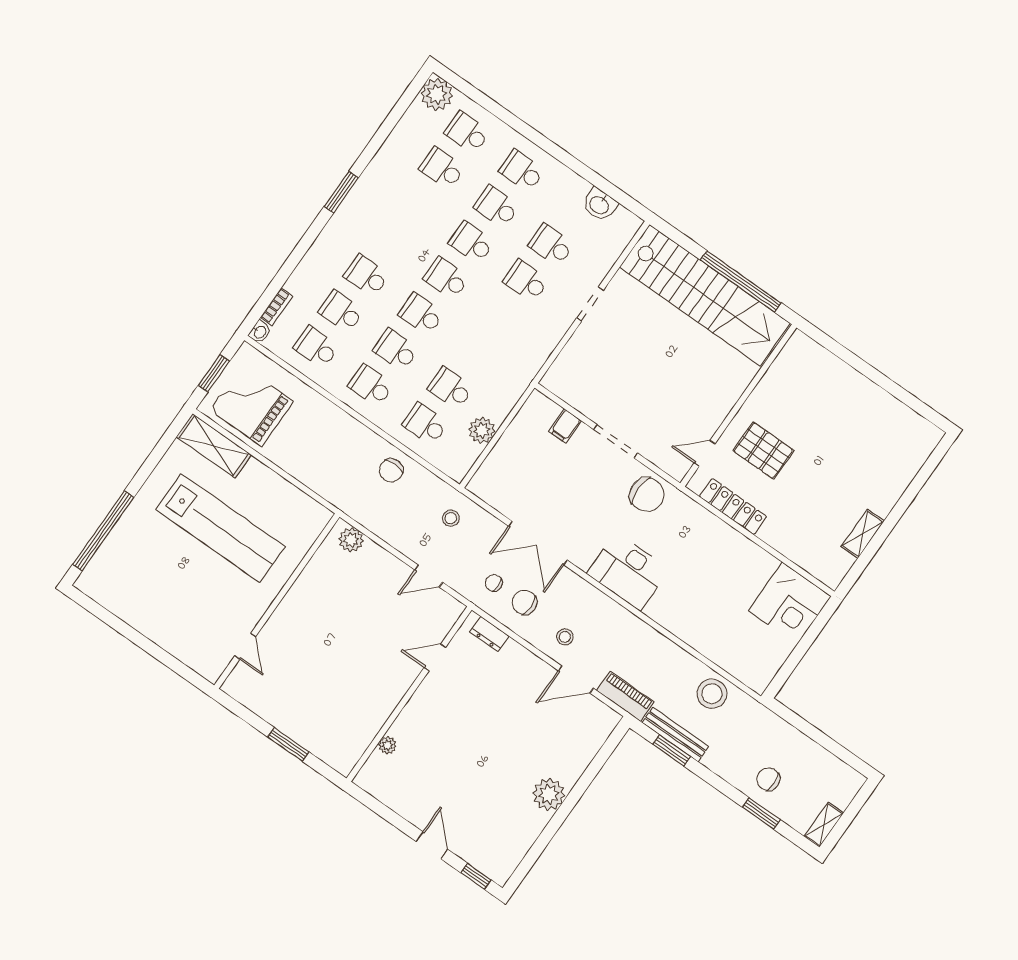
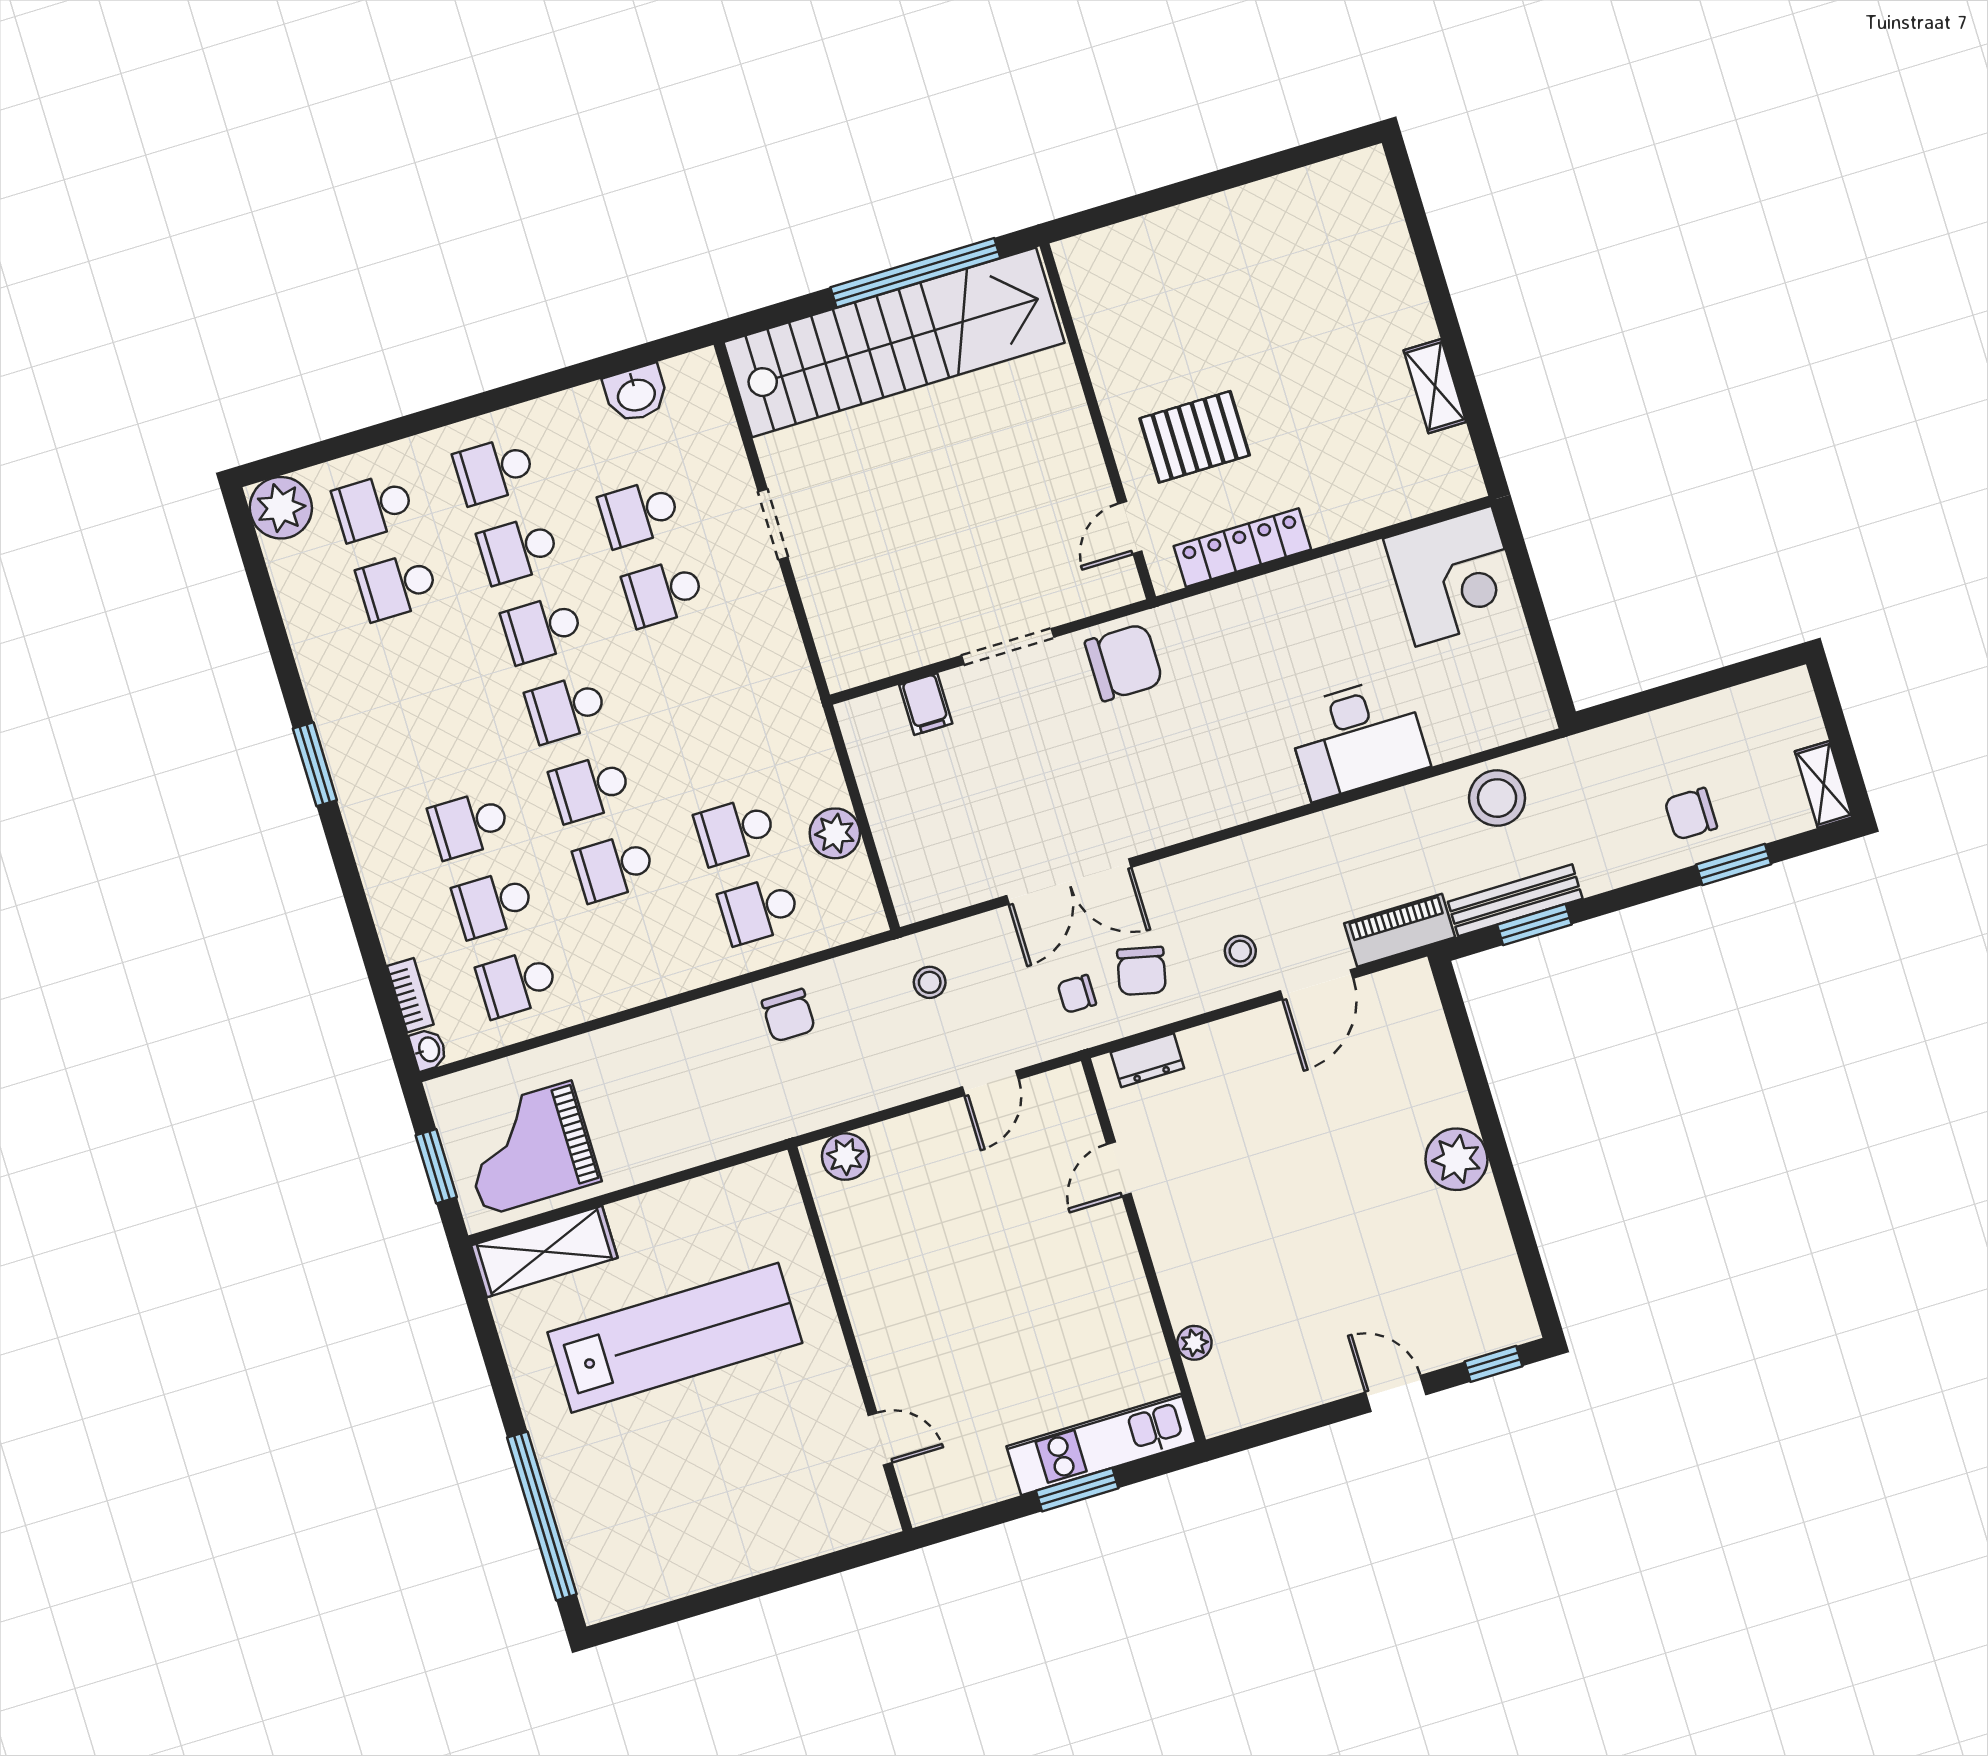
school desk: (371, 386) -> (638, 947), removed
desk: (628, 571) -> (1357, 738), moved
chair: (524, 602) -> (1142, 971), turned -77
kitchen unit: (315, 740) -> (1101, 1444), added

